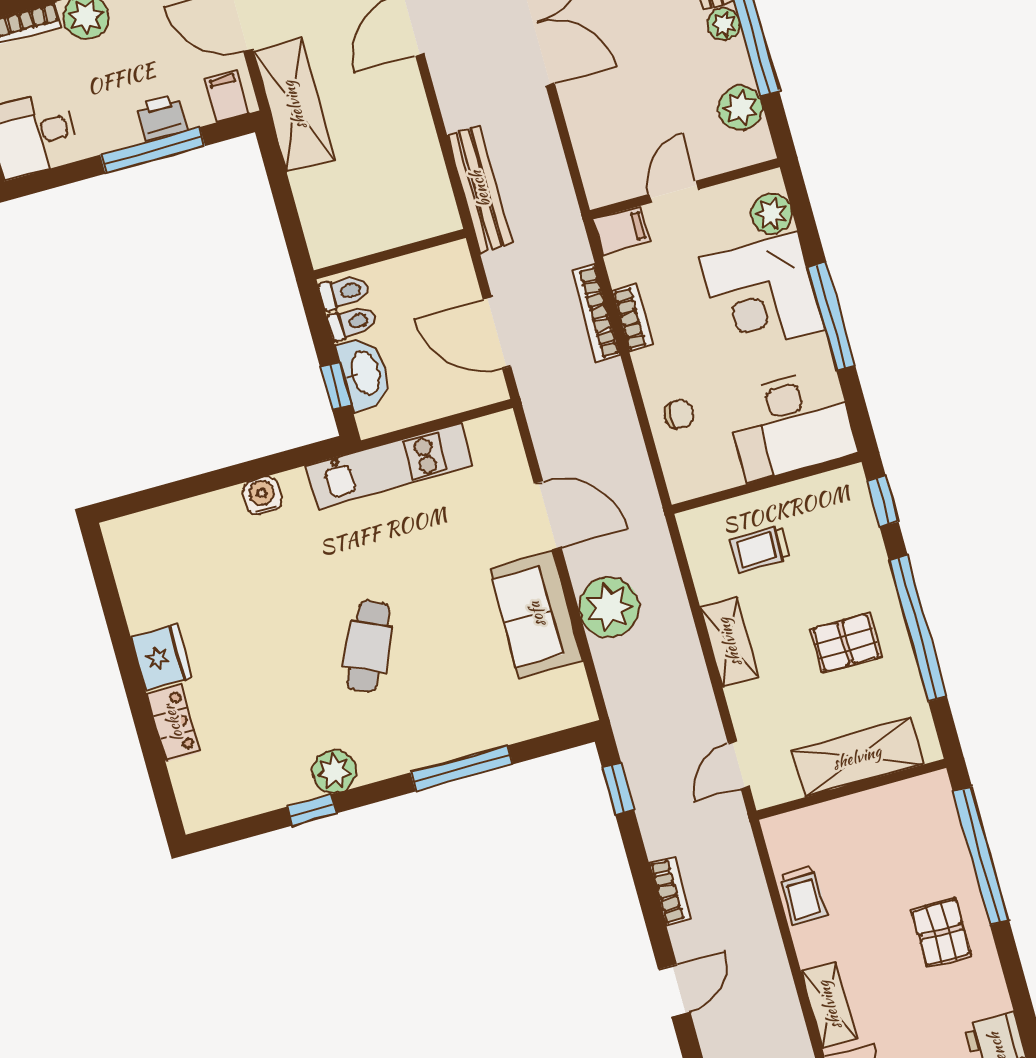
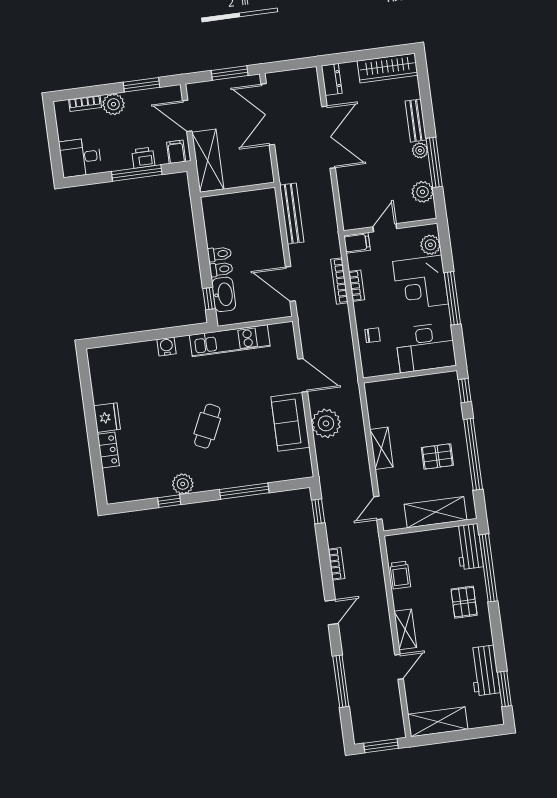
wall: (390, 254) -> (237, 190), moved
trolley: (760, 549) -> (402, 405), removed
workbench: (936, 818) -> (469, 547), added

